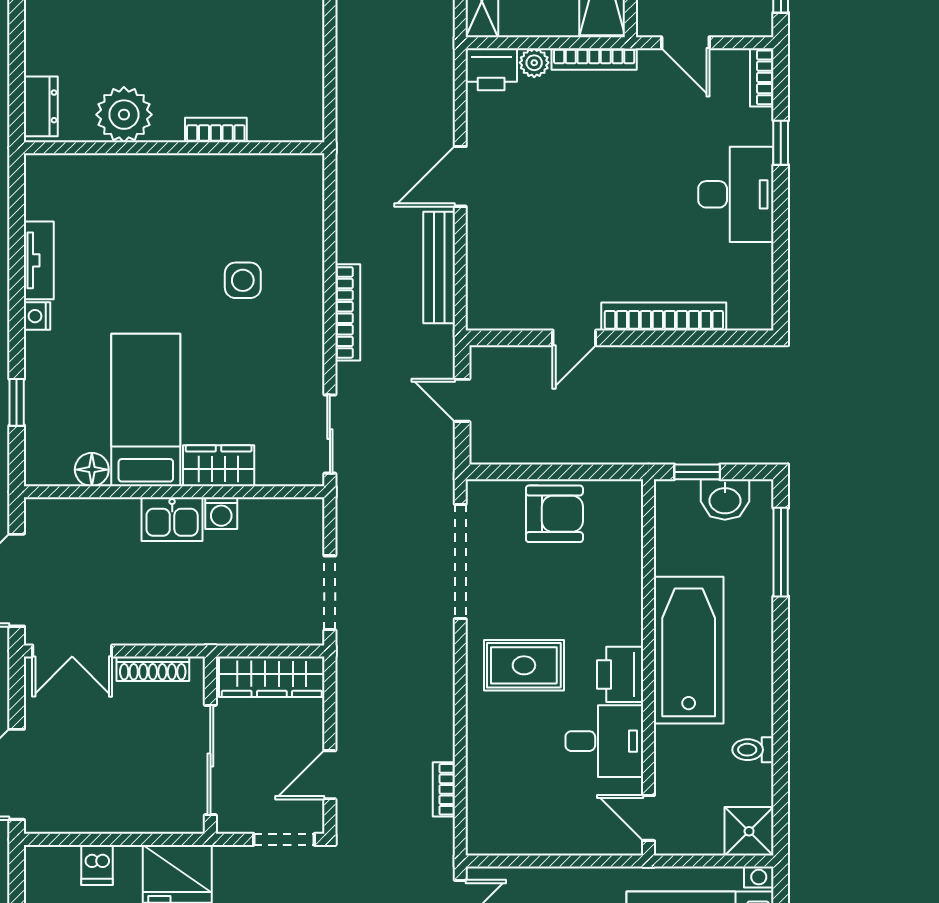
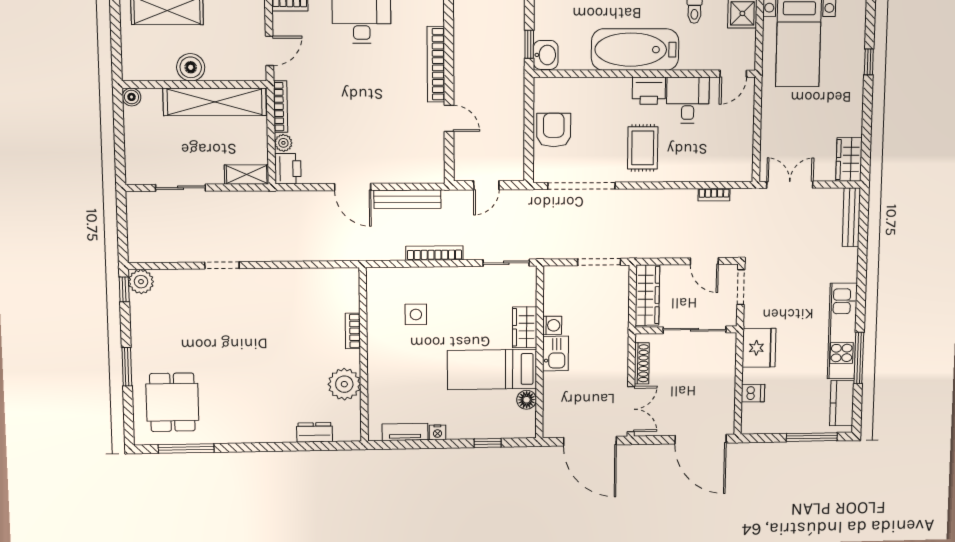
plant: (124, 115) -> (344, 384), moved
bookcase: (216, 130) -> (353, 331), moved
wall: (174, 148) -> (364, 355), moved
washbasin: (725, 500) -> (546, 55), moved

